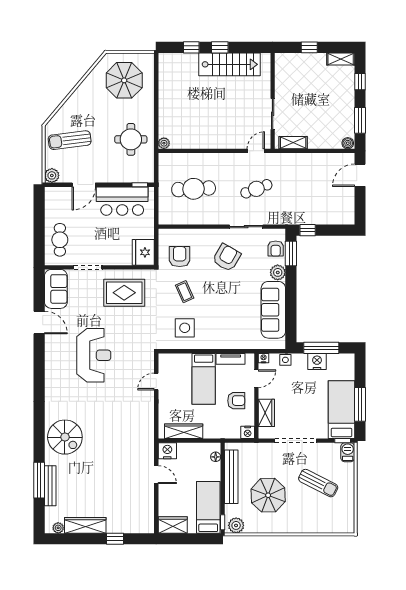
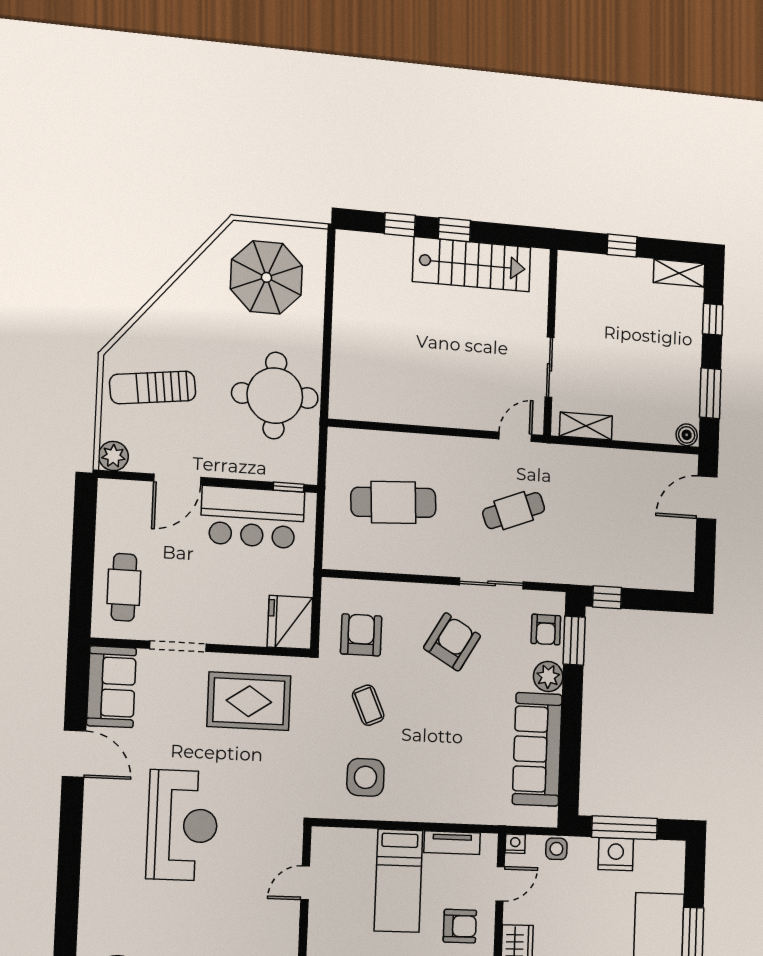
round table: (131, 139) -> (275, 396), width x1.36, depth x1.36
plant: (164, 143) -> (339, 408), removed

